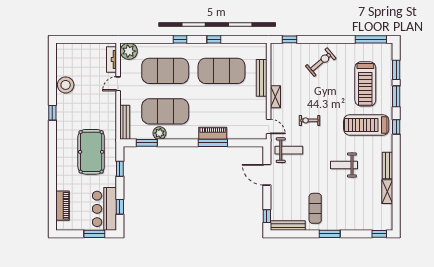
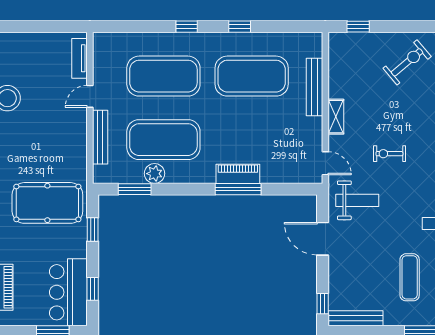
plant: (129, 51) -> (107, 45), removed
bench: (125, 122) -> (100, 137), moved
pool table: (91, 152) -> (47, 203), turned 90
exercise mat: (315, 208) -> (410, 277), moved

